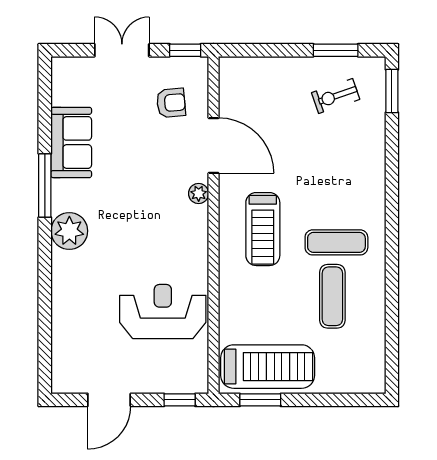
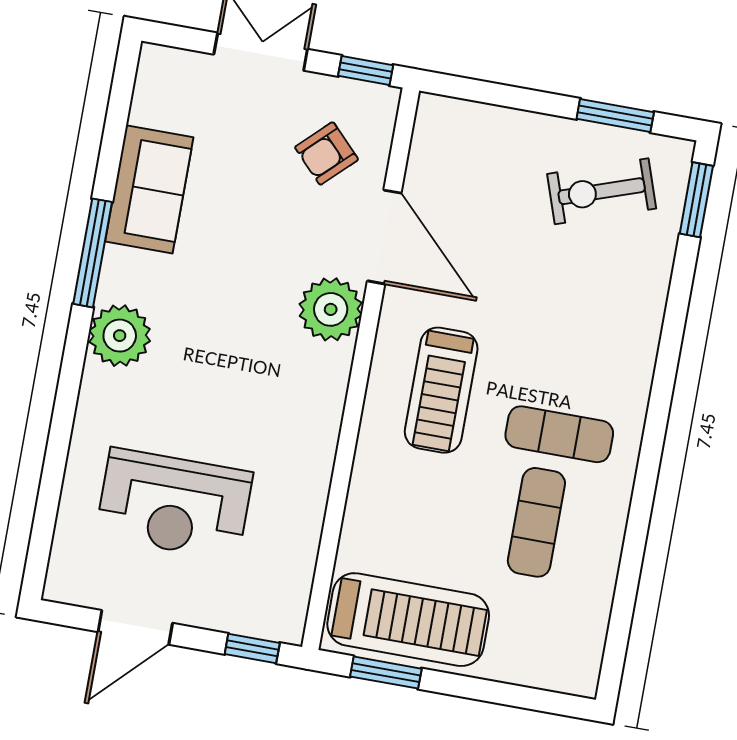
exercise bike: (336, 96) -> (602, 191), width x1.38, depth x1.39
armchair: (171, 103) -> (327, 153), turned 141
plant: (199, 194) -> (331, 309), width x1.88, depth x1.88
reception desk: (163, 312) -> (174, 504), moved, turned 180

